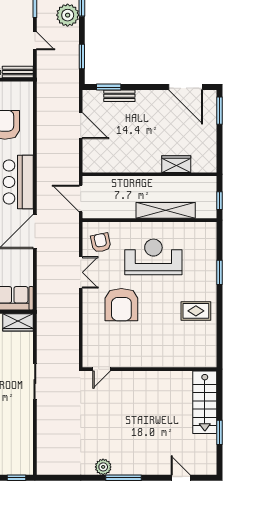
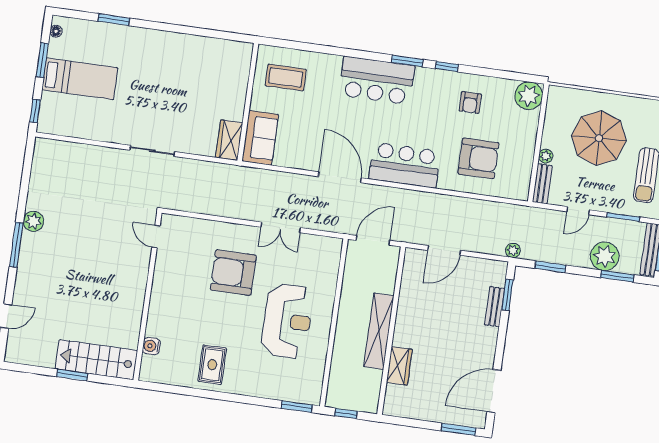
plant: (73, 88) -> (513, 250), added
door: (81, 126) -> (444, 250), moved
shelving: (166, 210) -> (379, 331), moved
armchair: (101, 243) -> (314, 258), removed
window: (219, 272) -> (297, 407), moved
water cooler: (188, 361) -> (151, 346), added
window: (219, 432) -> (72, 375), moved

